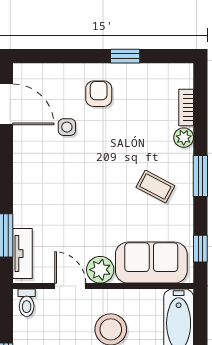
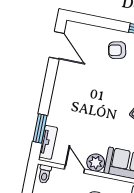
armchair: (99, 94) -> (117, 50), turned -103
side table: (67, 127) -> (93, 67), removed

